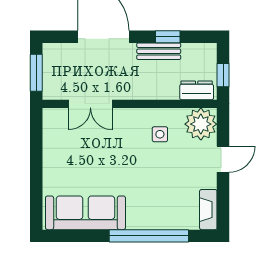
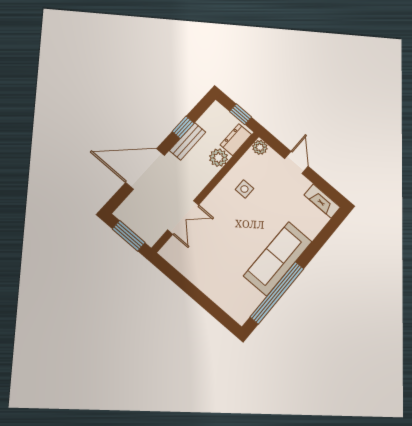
plant: (168, 89) -> (218, 158), added
plant: (201, 124) -> (260, 147), width x0.53, depth x0.53
sofa: (85, 213) -> (278, 259), moved
window: (149, 236) -> (277, 293), moved

